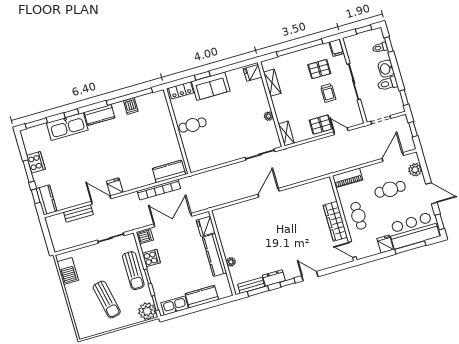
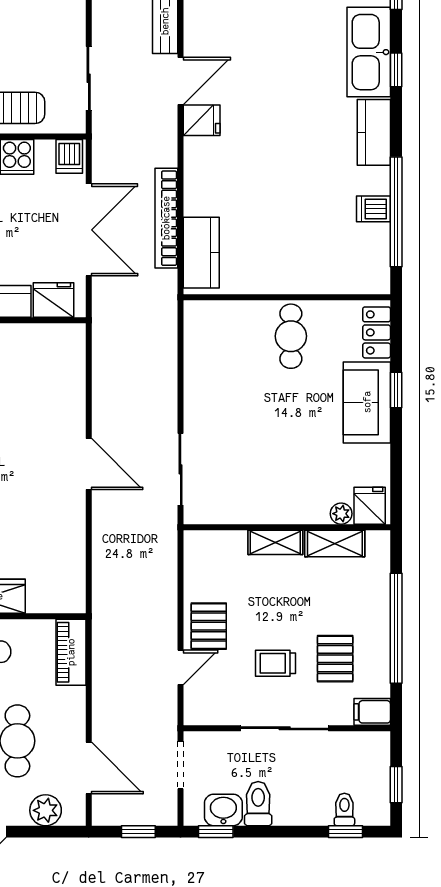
washbasin: (386, 69) -> (223, 810), moved
plant: (269, 116) -> (341, 514), moved
shelving: (286, 134) -> (275, 542), moved

